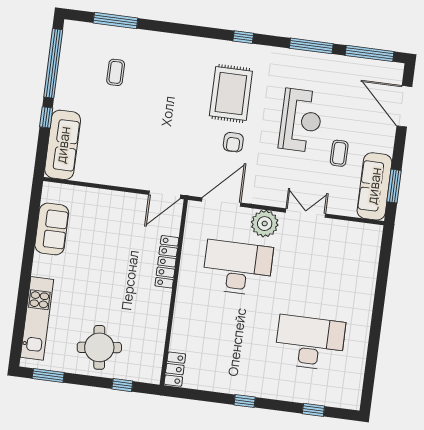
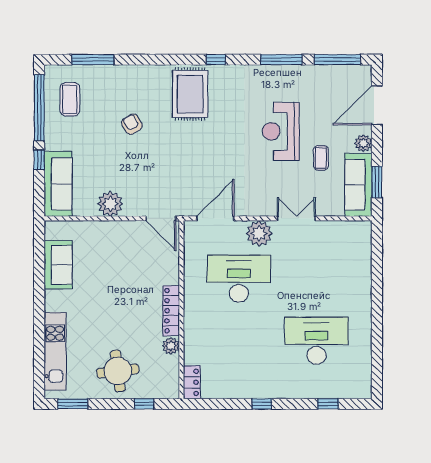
coffee table: (116, 72) -> (70, 99), moved, width x1.36, depth x1.30
rug: (231, 94) -> (190, 94), moved
door: (404, 106) -> (377, 105), hinge flipped
reception desk: (301, 120) -> (281, 131), turned 180
armchair: (233, 142) -> (132, 124), moved, turned 149
plant: (385, 144) -> (363, 143), added
plant: (114, 173) -> (110, 204), added
door: (165, 195) -> (161, 218), hinge flipped
locker: (167, 262) -> (171, 311), moved
plant: (158, 328) -> (171, 346), added

